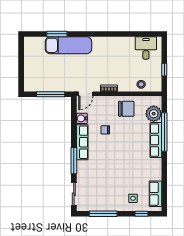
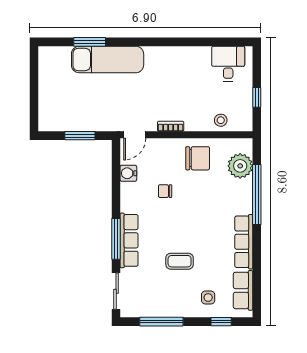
window: (51, 94) -> (80, 136), width x0.69
row of seats: (156, 140) -> (244, 242), moved
row of seats: (82, 142) -> (129, 240), moved
coffee table: (115, 175) -> (180, 261), added

